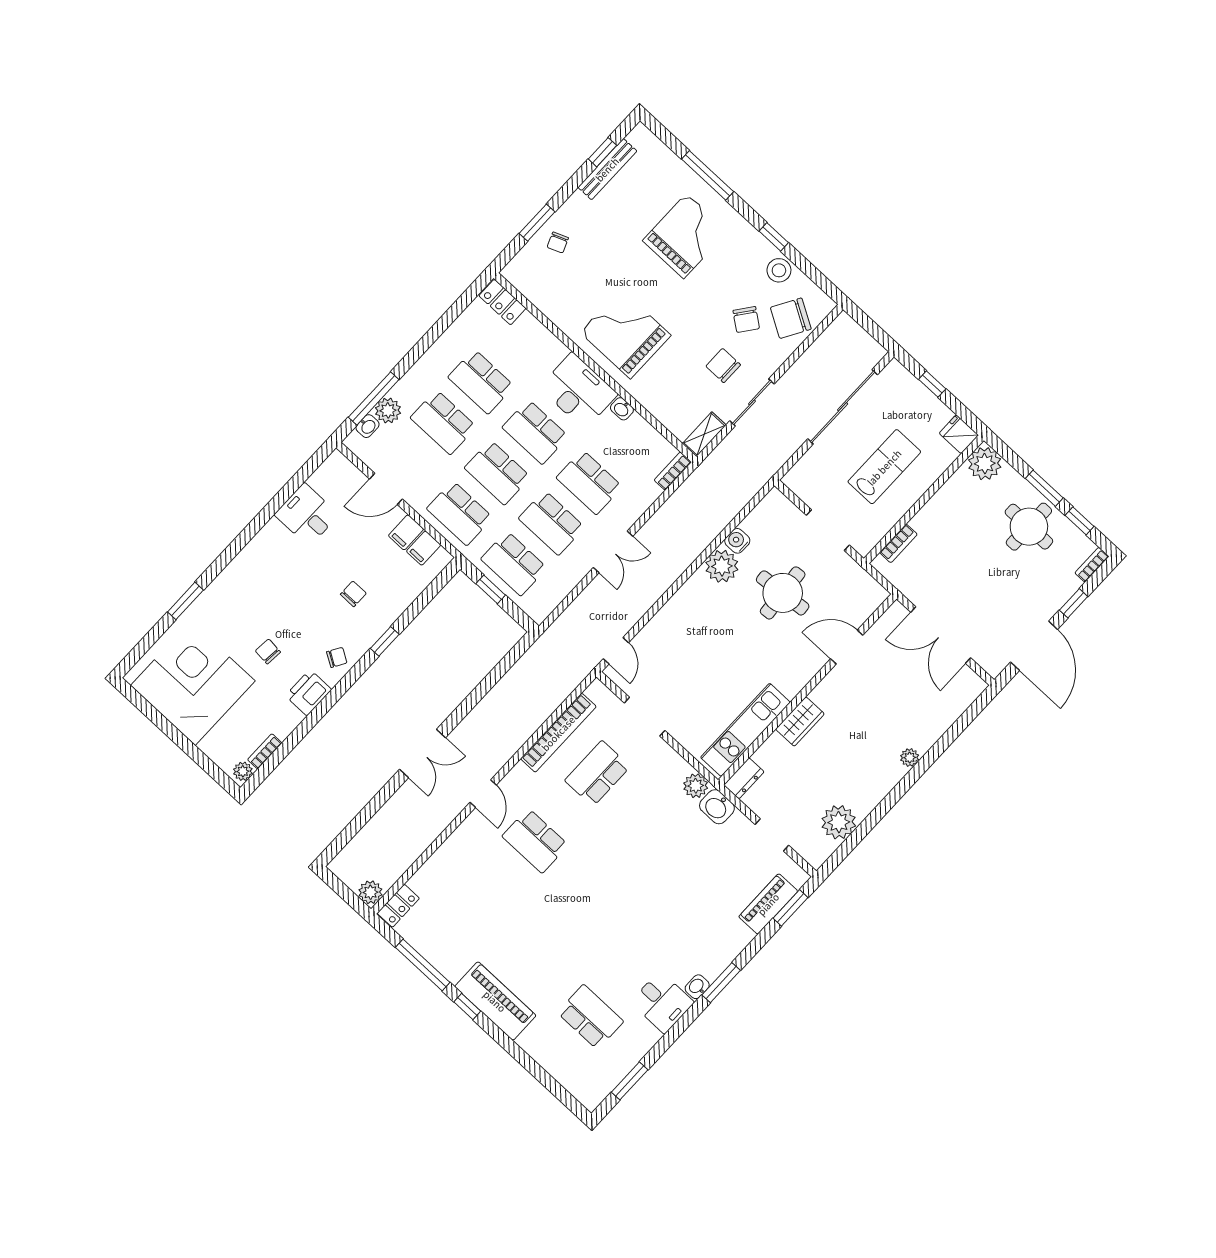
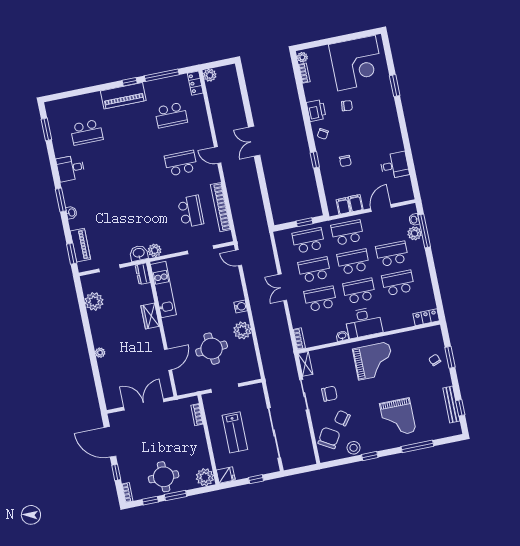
water cooler: (737, 541) -> (241, 307), moved
school desk: (473, 908) -> (171, 115), added
washbasin: (697, 987) -> (71, 213), moved

